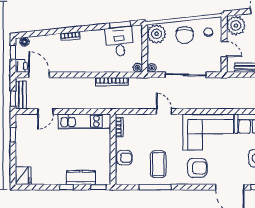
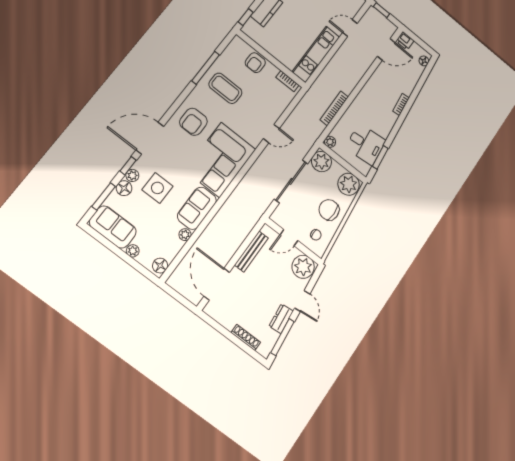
window: (13, 52) -> (422, 44), removed
plant: (152, 68) -> (321, 162), width x1.87, depth x1.87
bench: (21, 95) -> (380, 19), removed
door: (45, 112) -> (350, 28), hinge flipped

